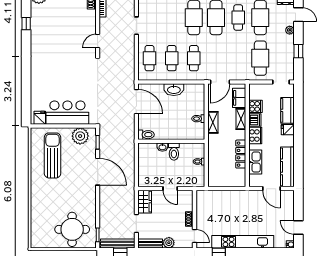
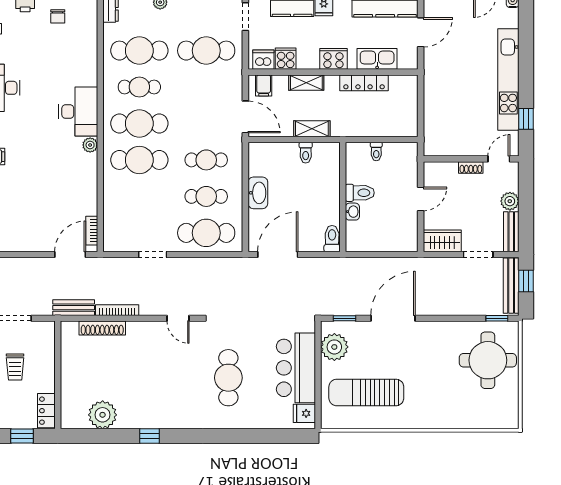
cafe table: (150, 58) -> (206, 233), width x1.37, depth x1.35
cafe table: (61, 72) -> (228, 378), added
filing cabinet: (239, 98) -> (264, 85), width x0.50
dishwasher: (255, 120) -> (263, 60), moved

